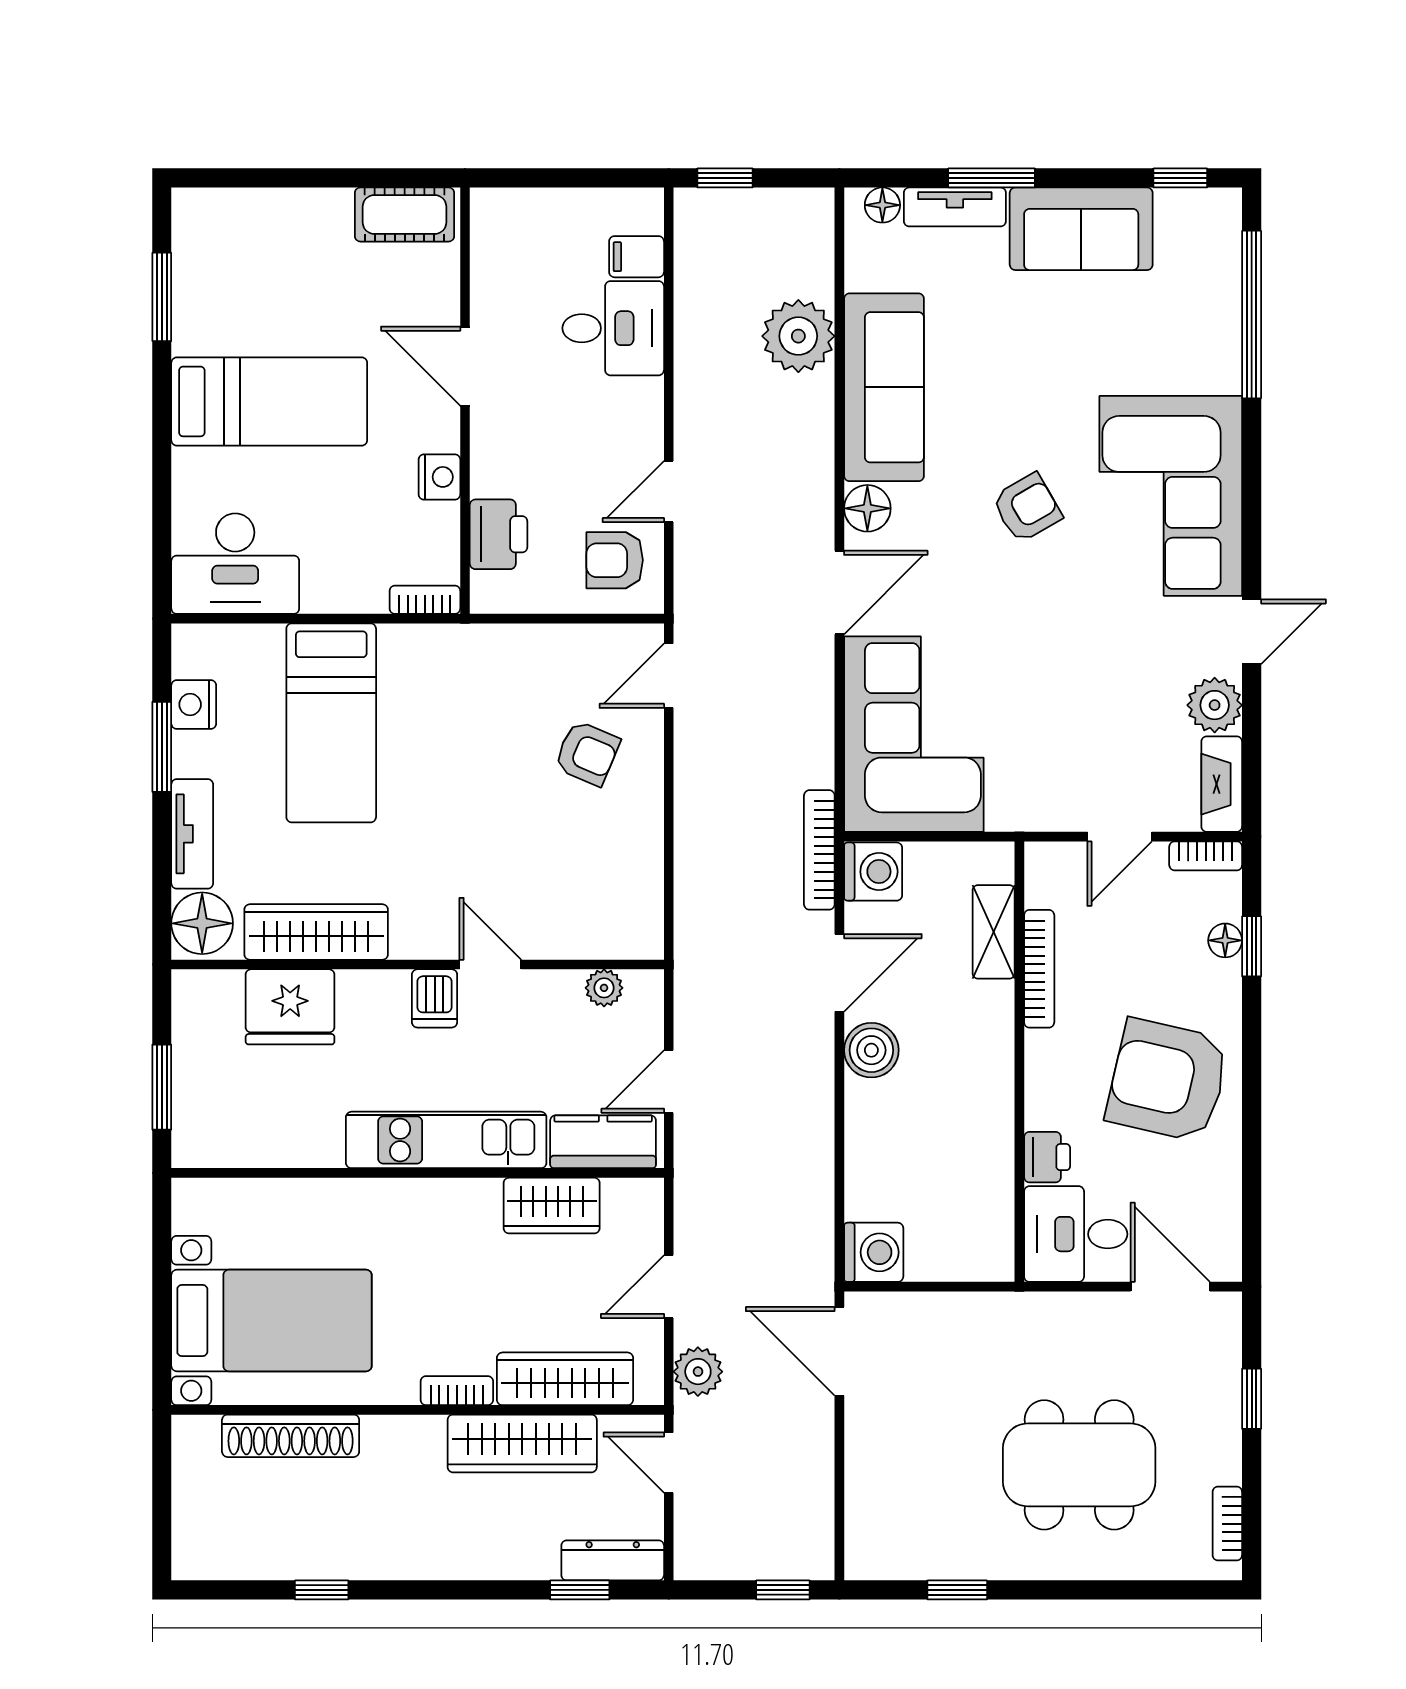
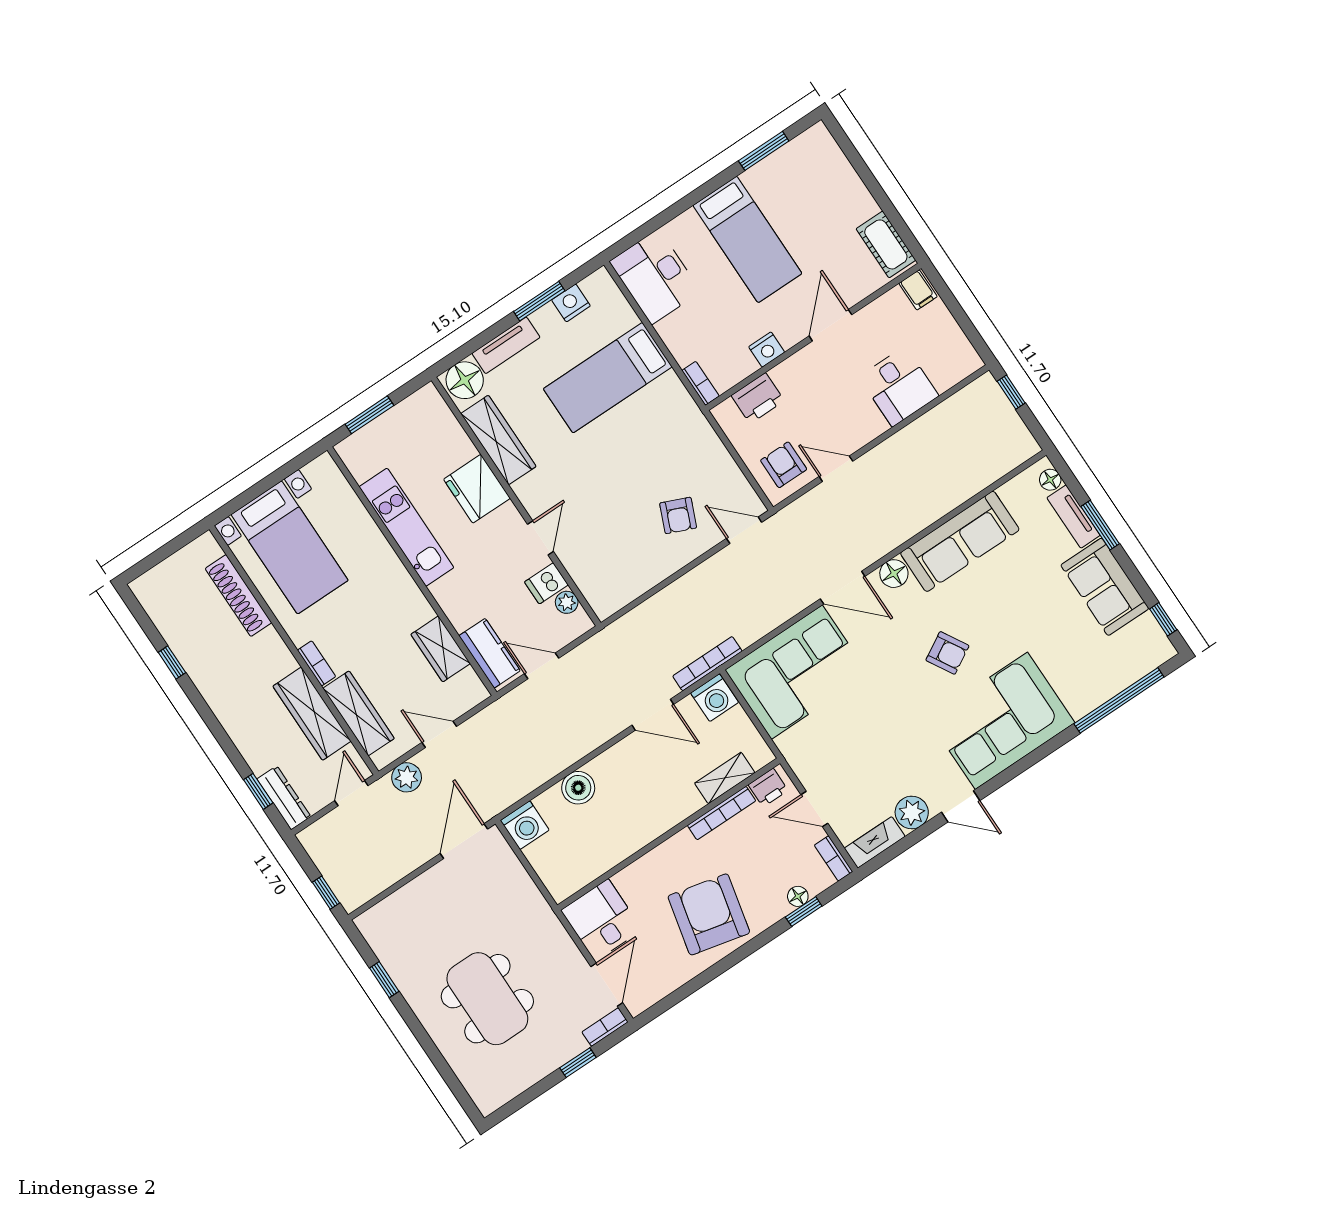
filing cabinet: (637, 257) -> (918, 290), moved, turned 180
plant: (798, 336) -> (957, 482), removed
dishwasher: (435, 998) -> (546, 583), moved
fridge: (290, 1007) -> (477, 489), moved
boiler: (871, 1050) -> (578, 788), moved
kitchen unit: (446, 1140) -> (406, 527), moved
printer: (1047, 1157) -> (768, 788), moved
bookcase: (1227, 1524) -> (605, 1027), moved

